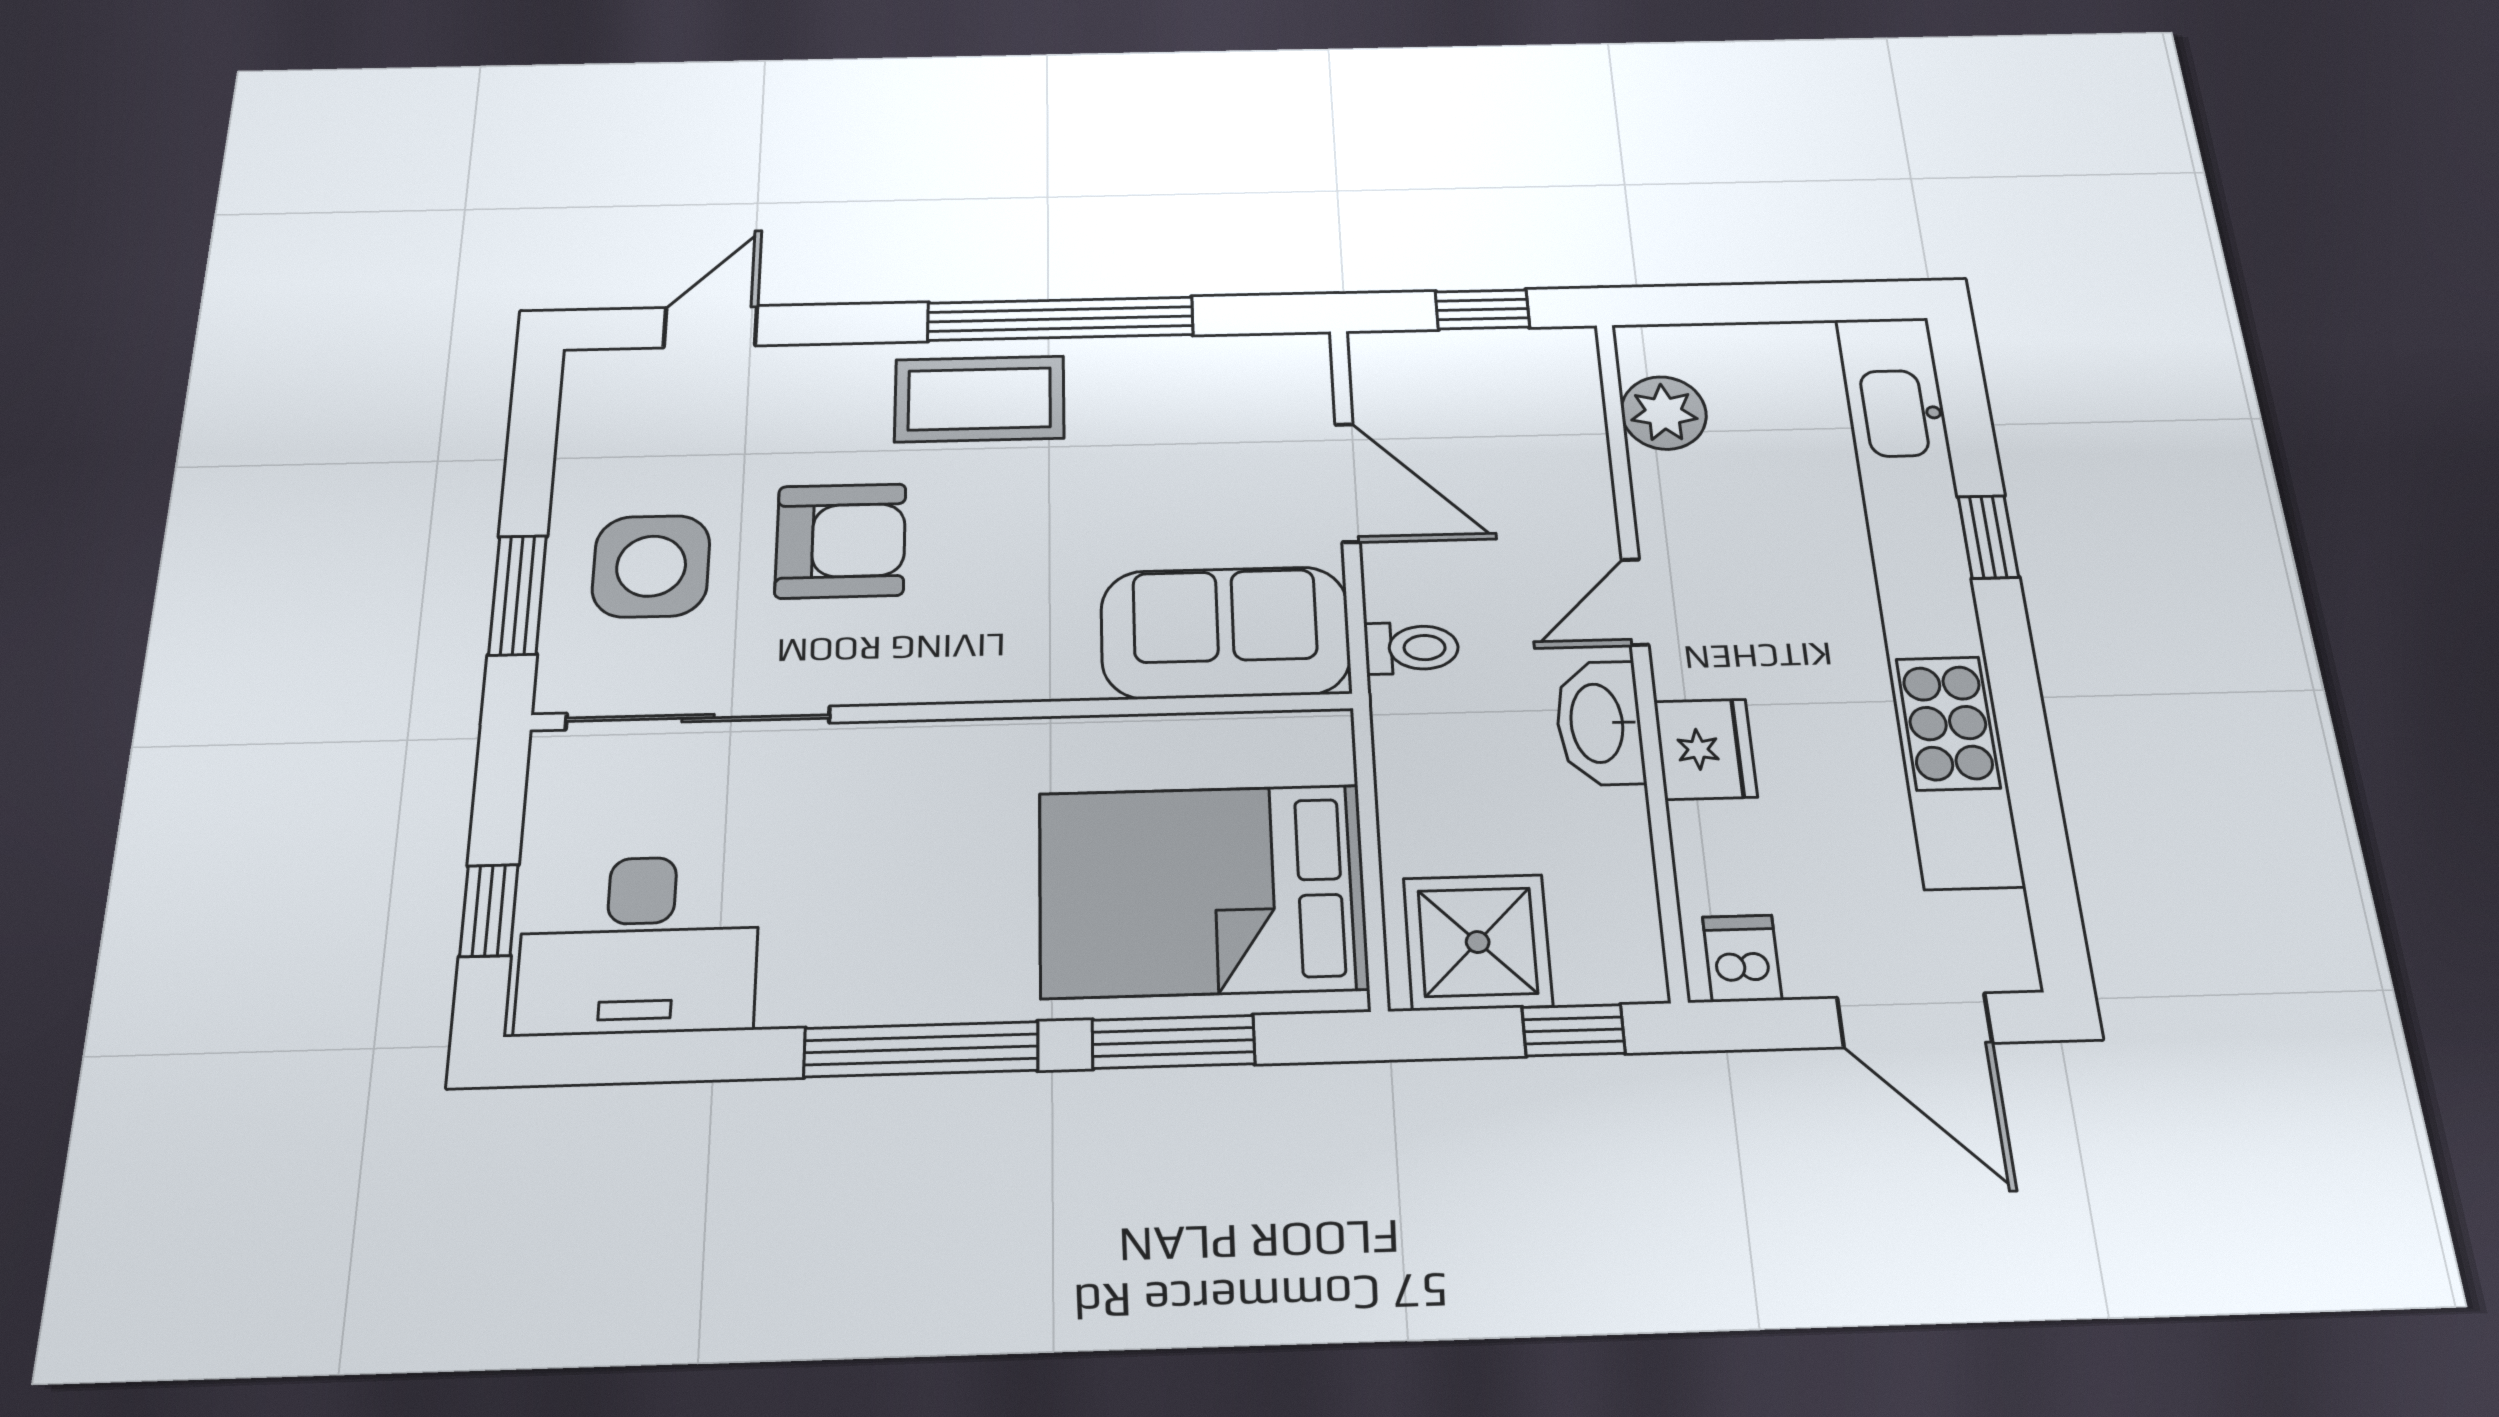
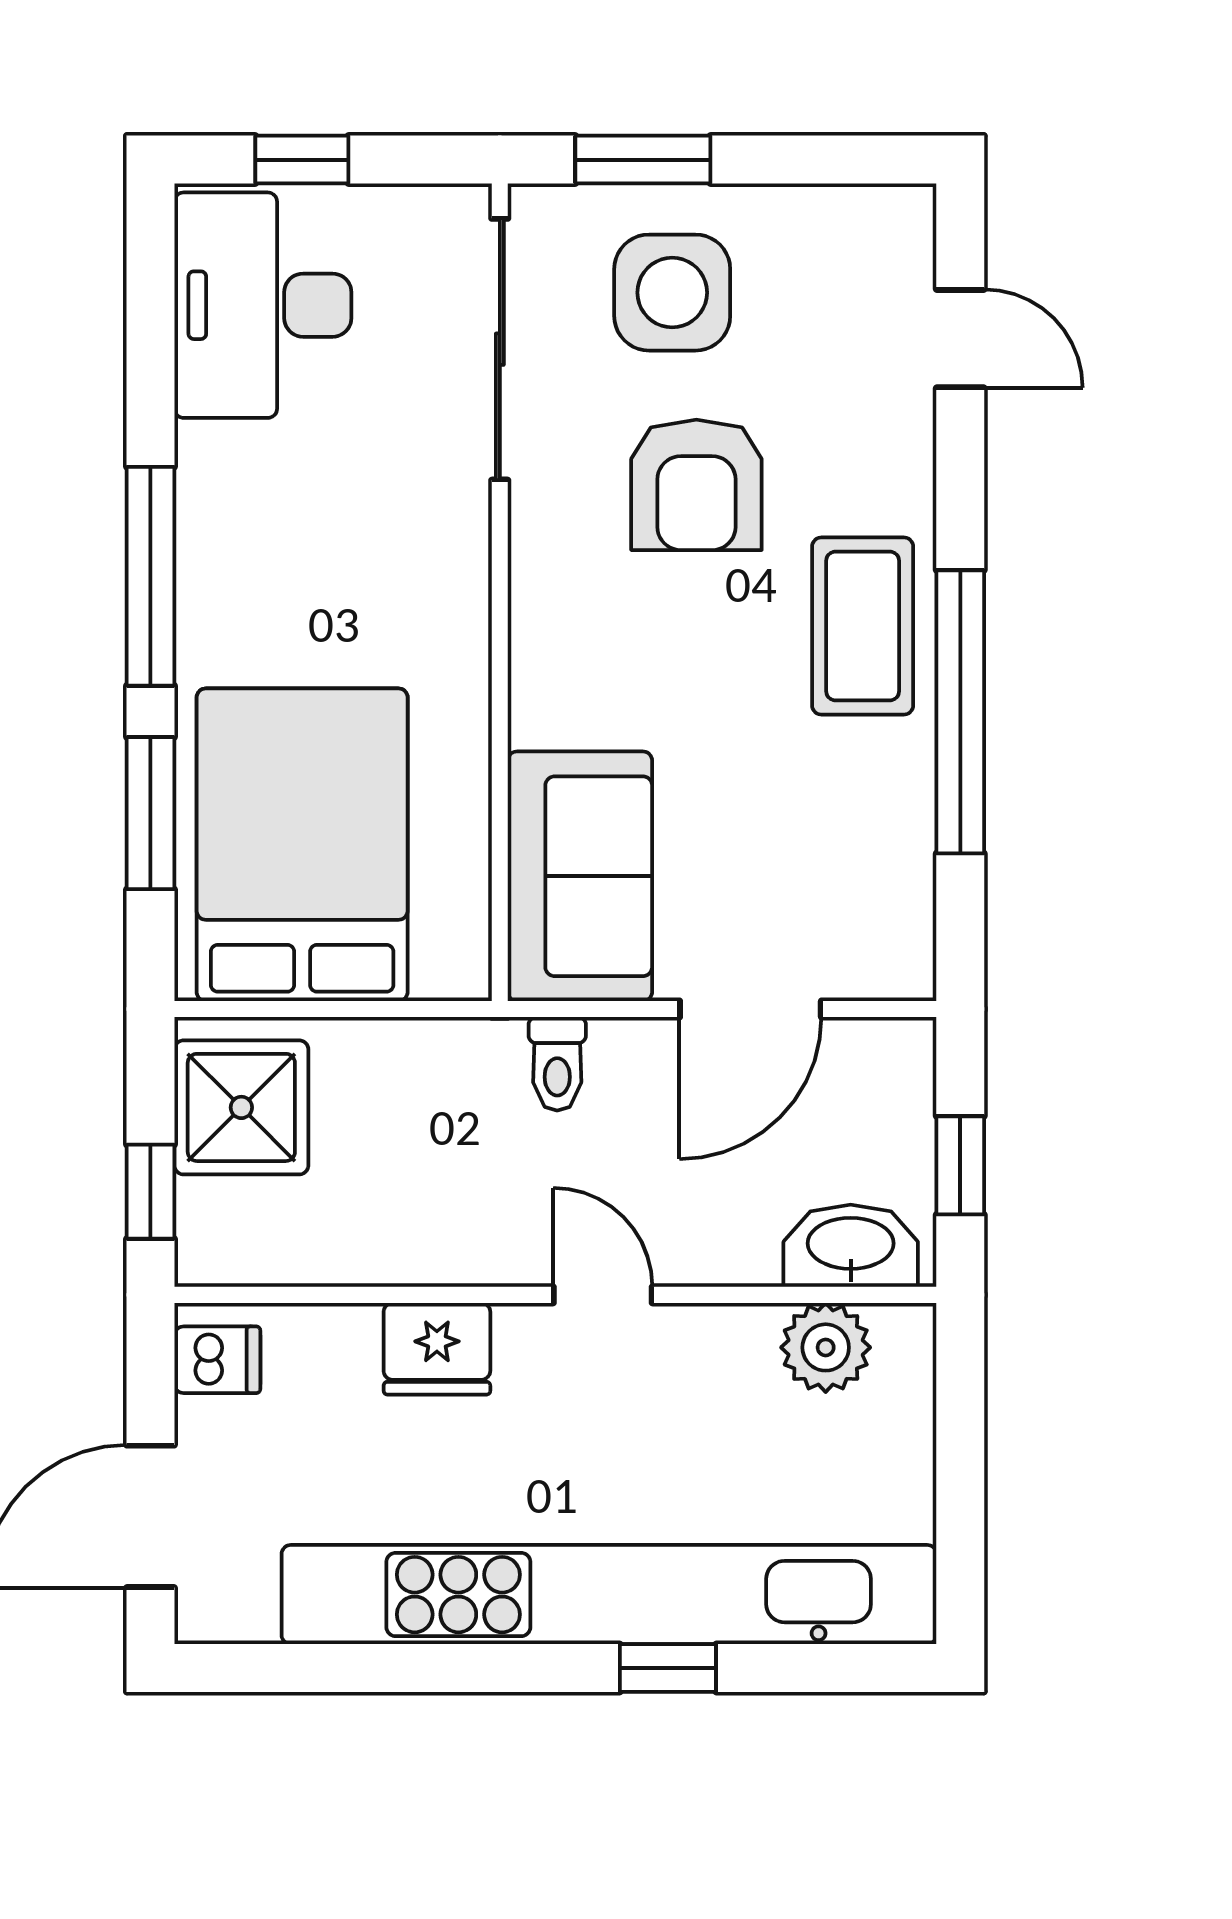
washbasin: (1599, 723) -> (851, 1246), moved

